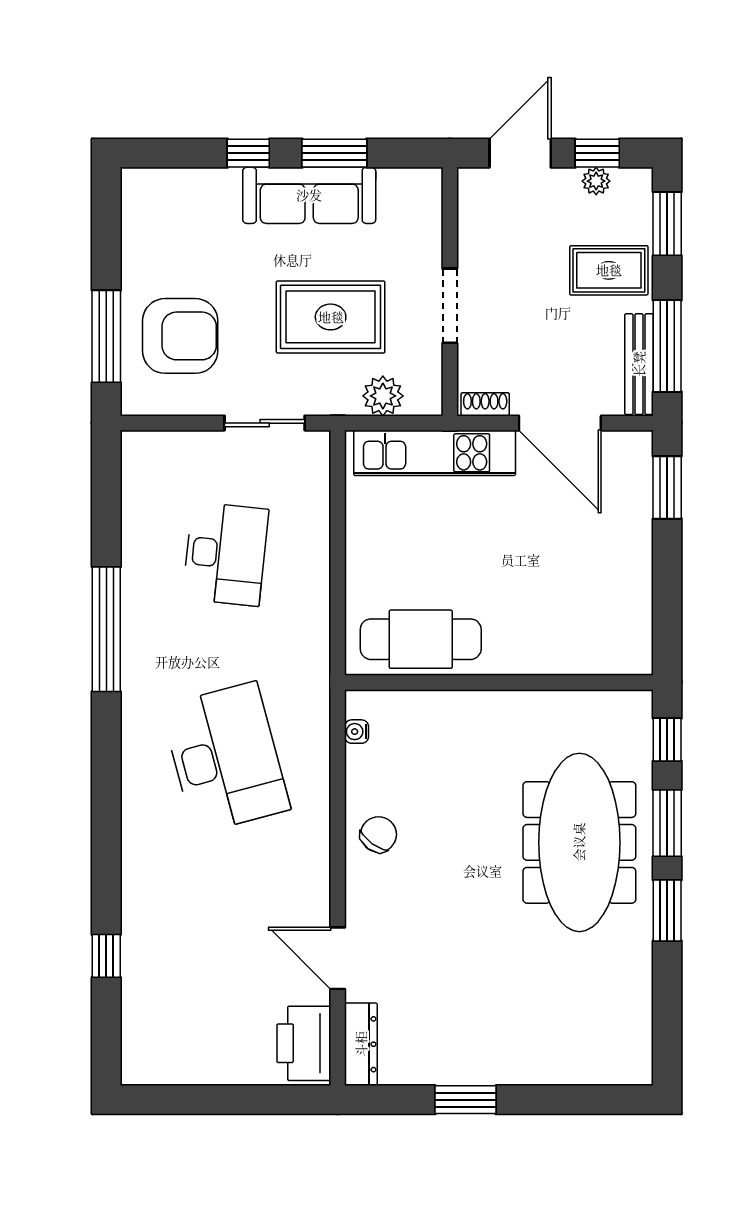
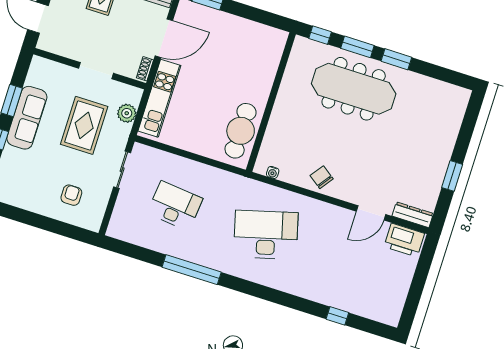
window: (106, 336) -> (61, 228), removed
armchair: (180, 336) -> (71, 195), width x0.53, depth x0.53

